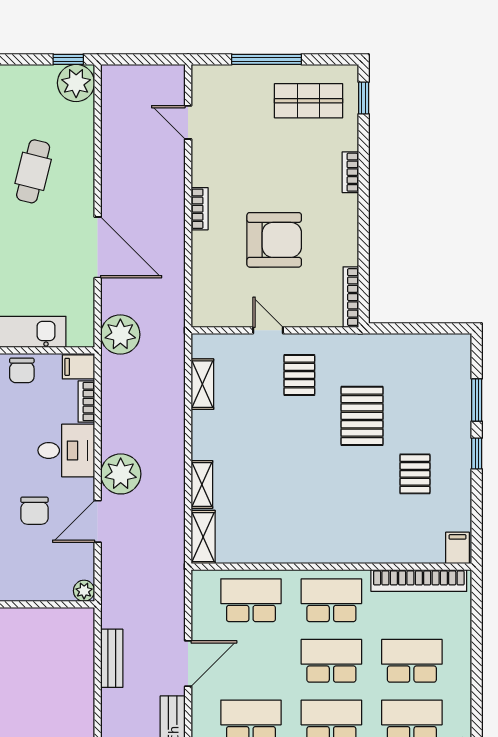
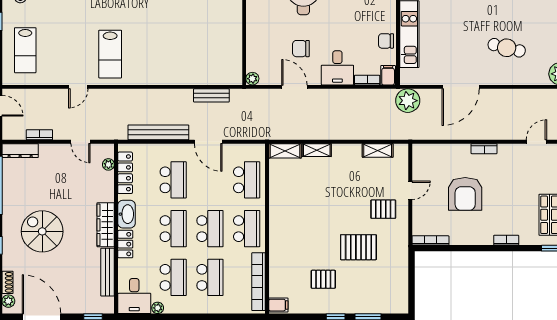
plant: (121, 474) -> (323, 101), removed

